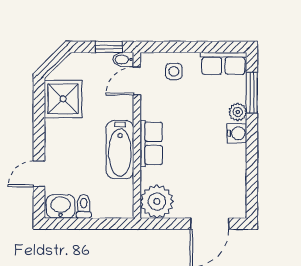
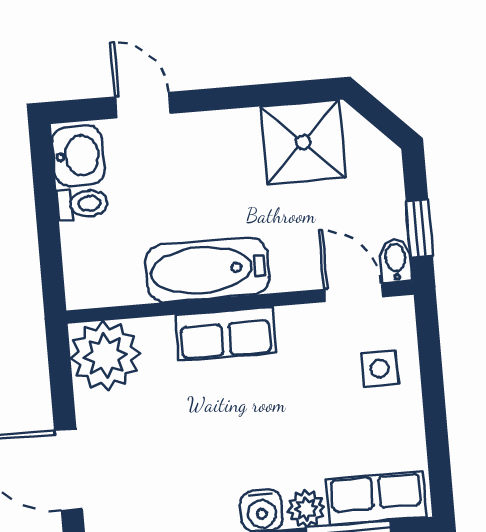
row of seats: (223, 63) -> (376, 498), moved, turned 90

